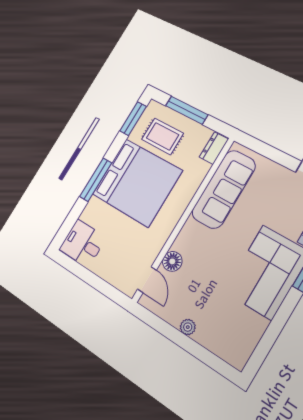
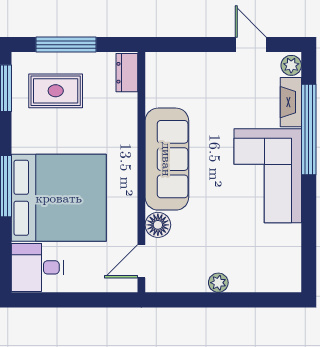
bed: (137, 182) -> (59, 198), moved
sofa: (224, 189) -> (167, 159), moved
door: (147, 280) -> (141, 261), swing flipped

